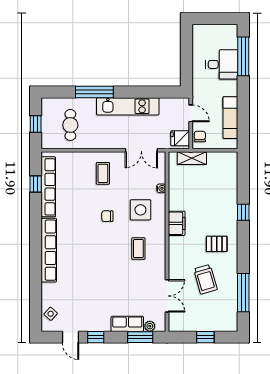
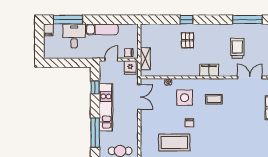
filing cabinet: (230, 31) -> (48, 30), added
window: (154, 92) -> (95, 87), added
exam couch: (230, 118) -> (102, 29), moved
coffee table: (103, 173) -> (174, 142), moved, width x1.86, depth x1.72
filing cabinet: (177, 223) -> (209, 70), moved
pallet: (217, 244) -> (187, 40), moved
trolley: (205, 279) -> (237, 48), turned -74

